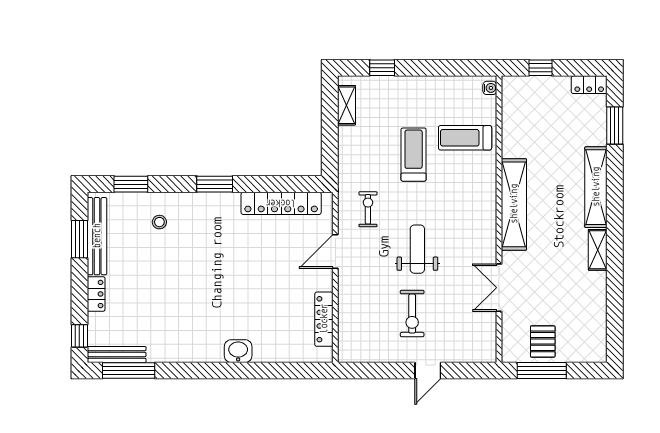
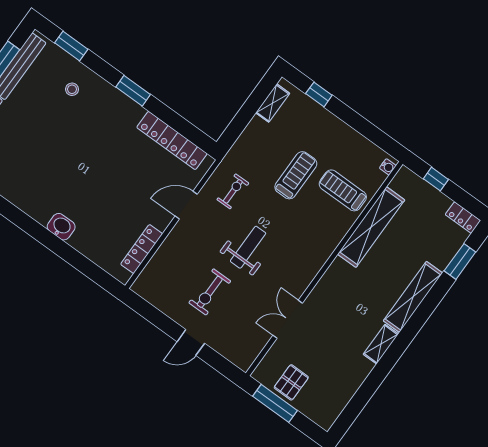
shelving: (514, 204) -> (371, 227), moved

